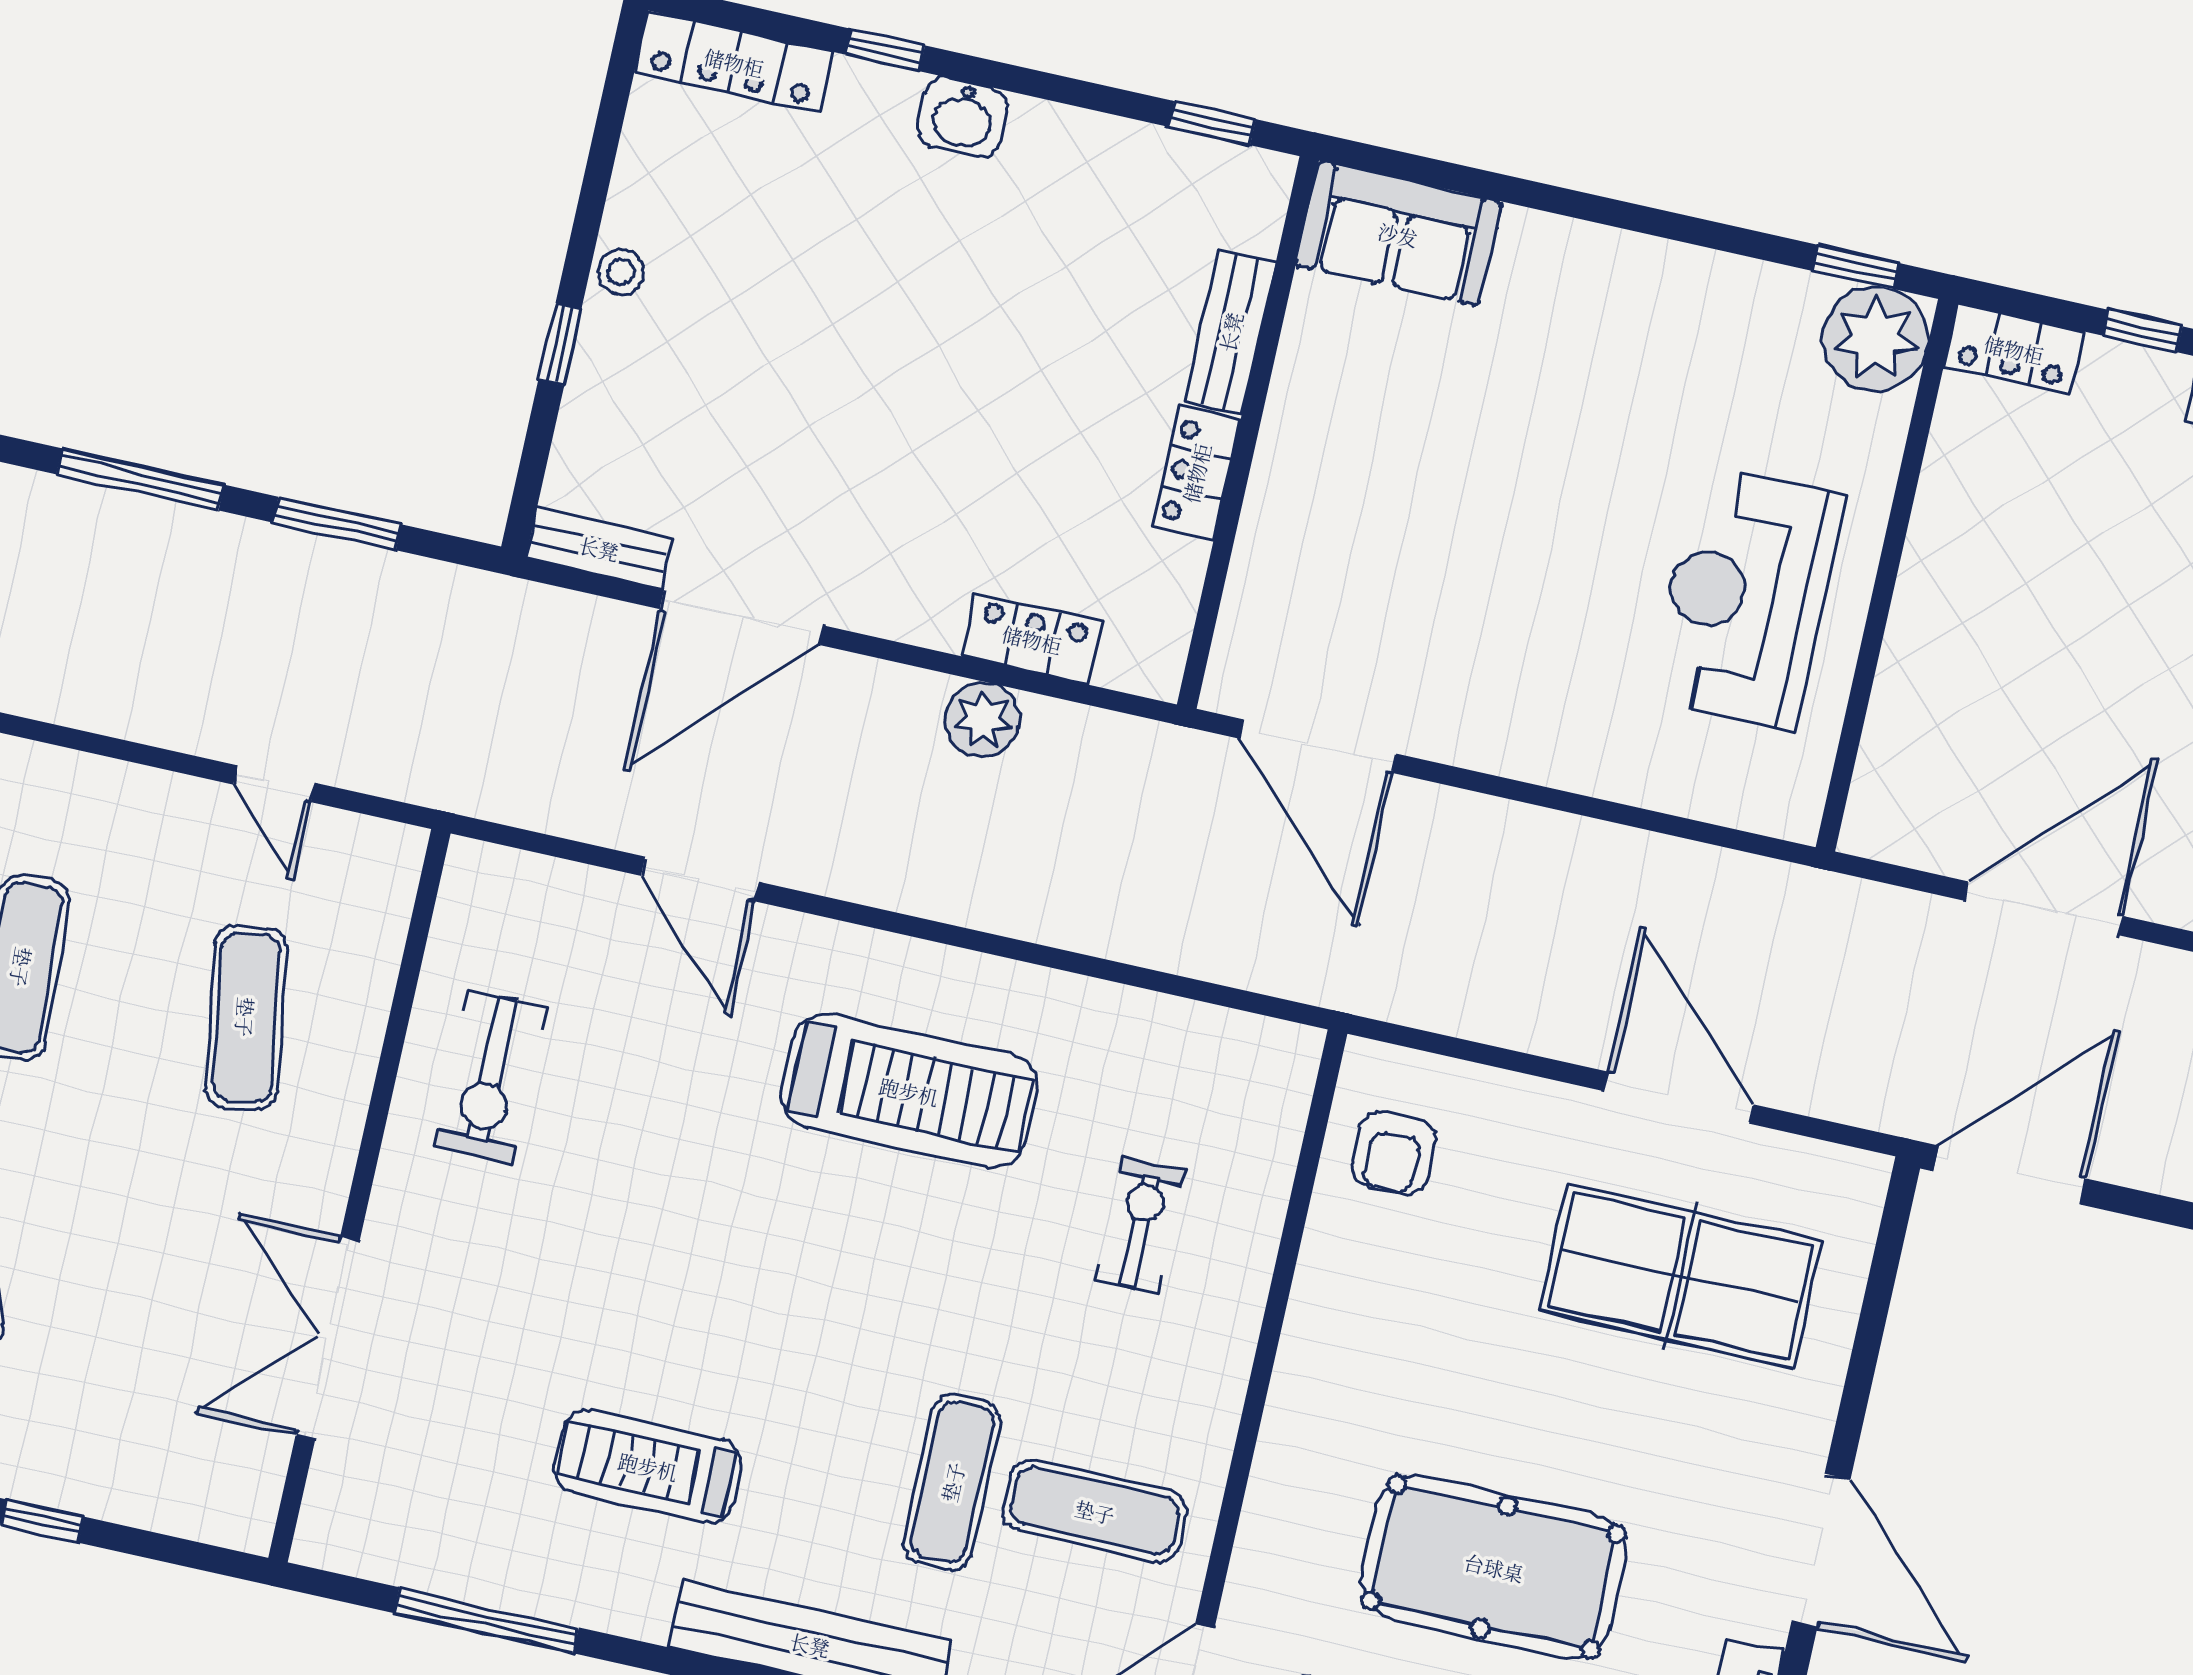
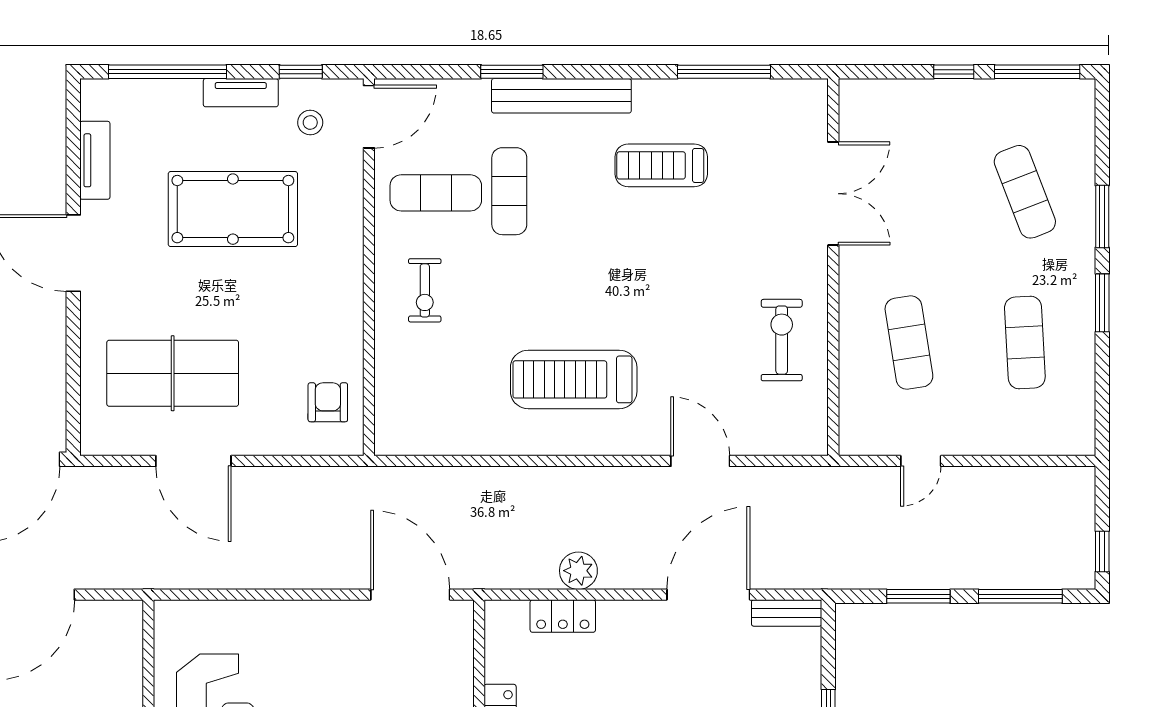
door: (274, 784) -> (921, 461), swing flipped
exercise bike: (1141, 1225) -> (425, 290), moved
treadmill: (648, 1466) -> (661, 165), turned 180

